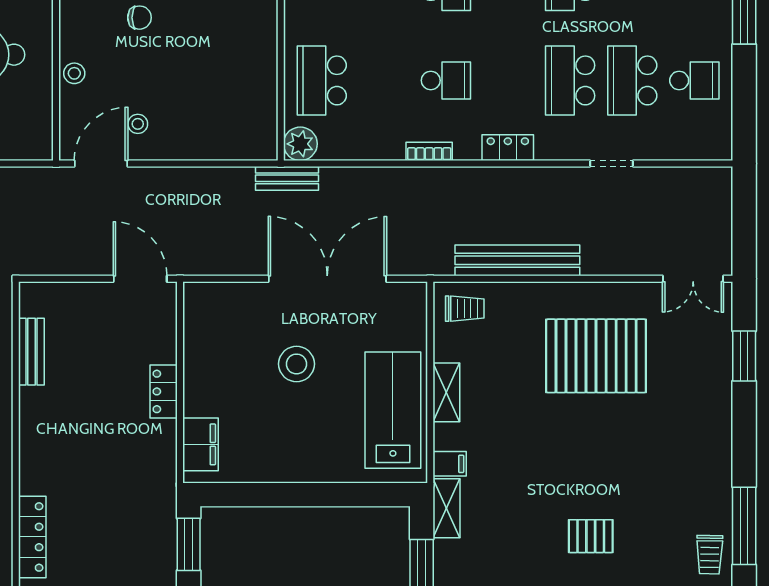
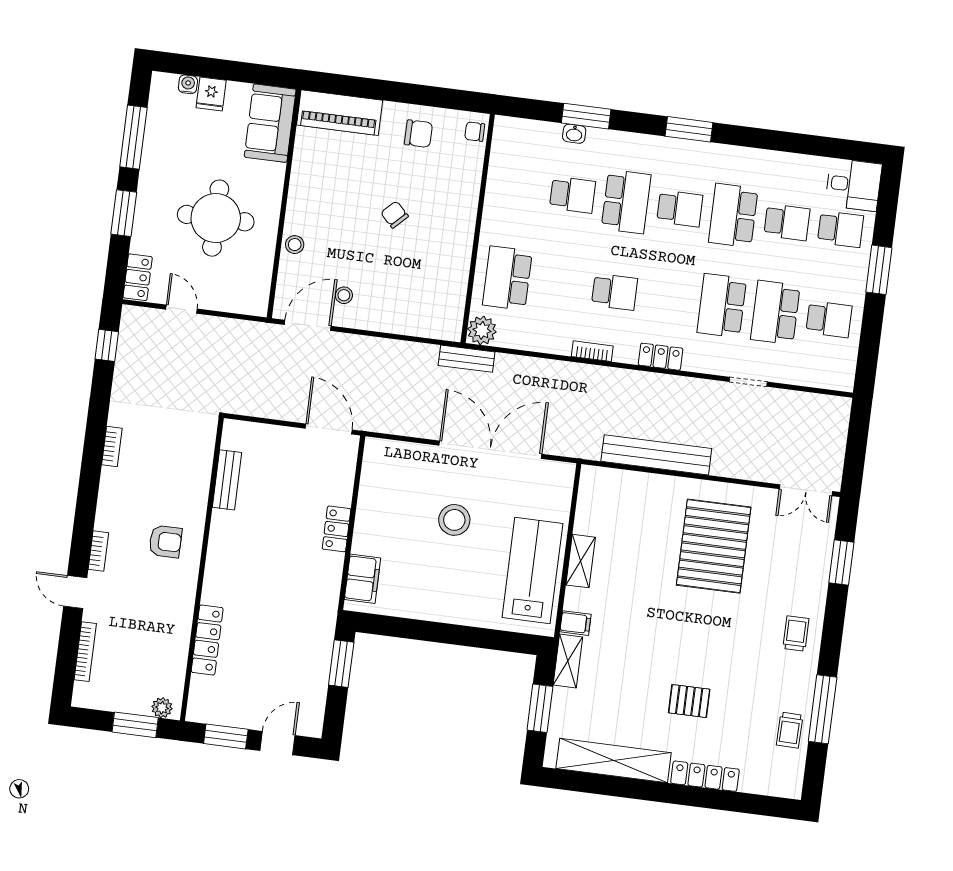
chair: (139, 18) -> (395, 215), moved, turned -135
trolley: (465, 309) -> (796, 634), moved, turned -90
pallet: (596, 356) -> (714, 546), turned 90

